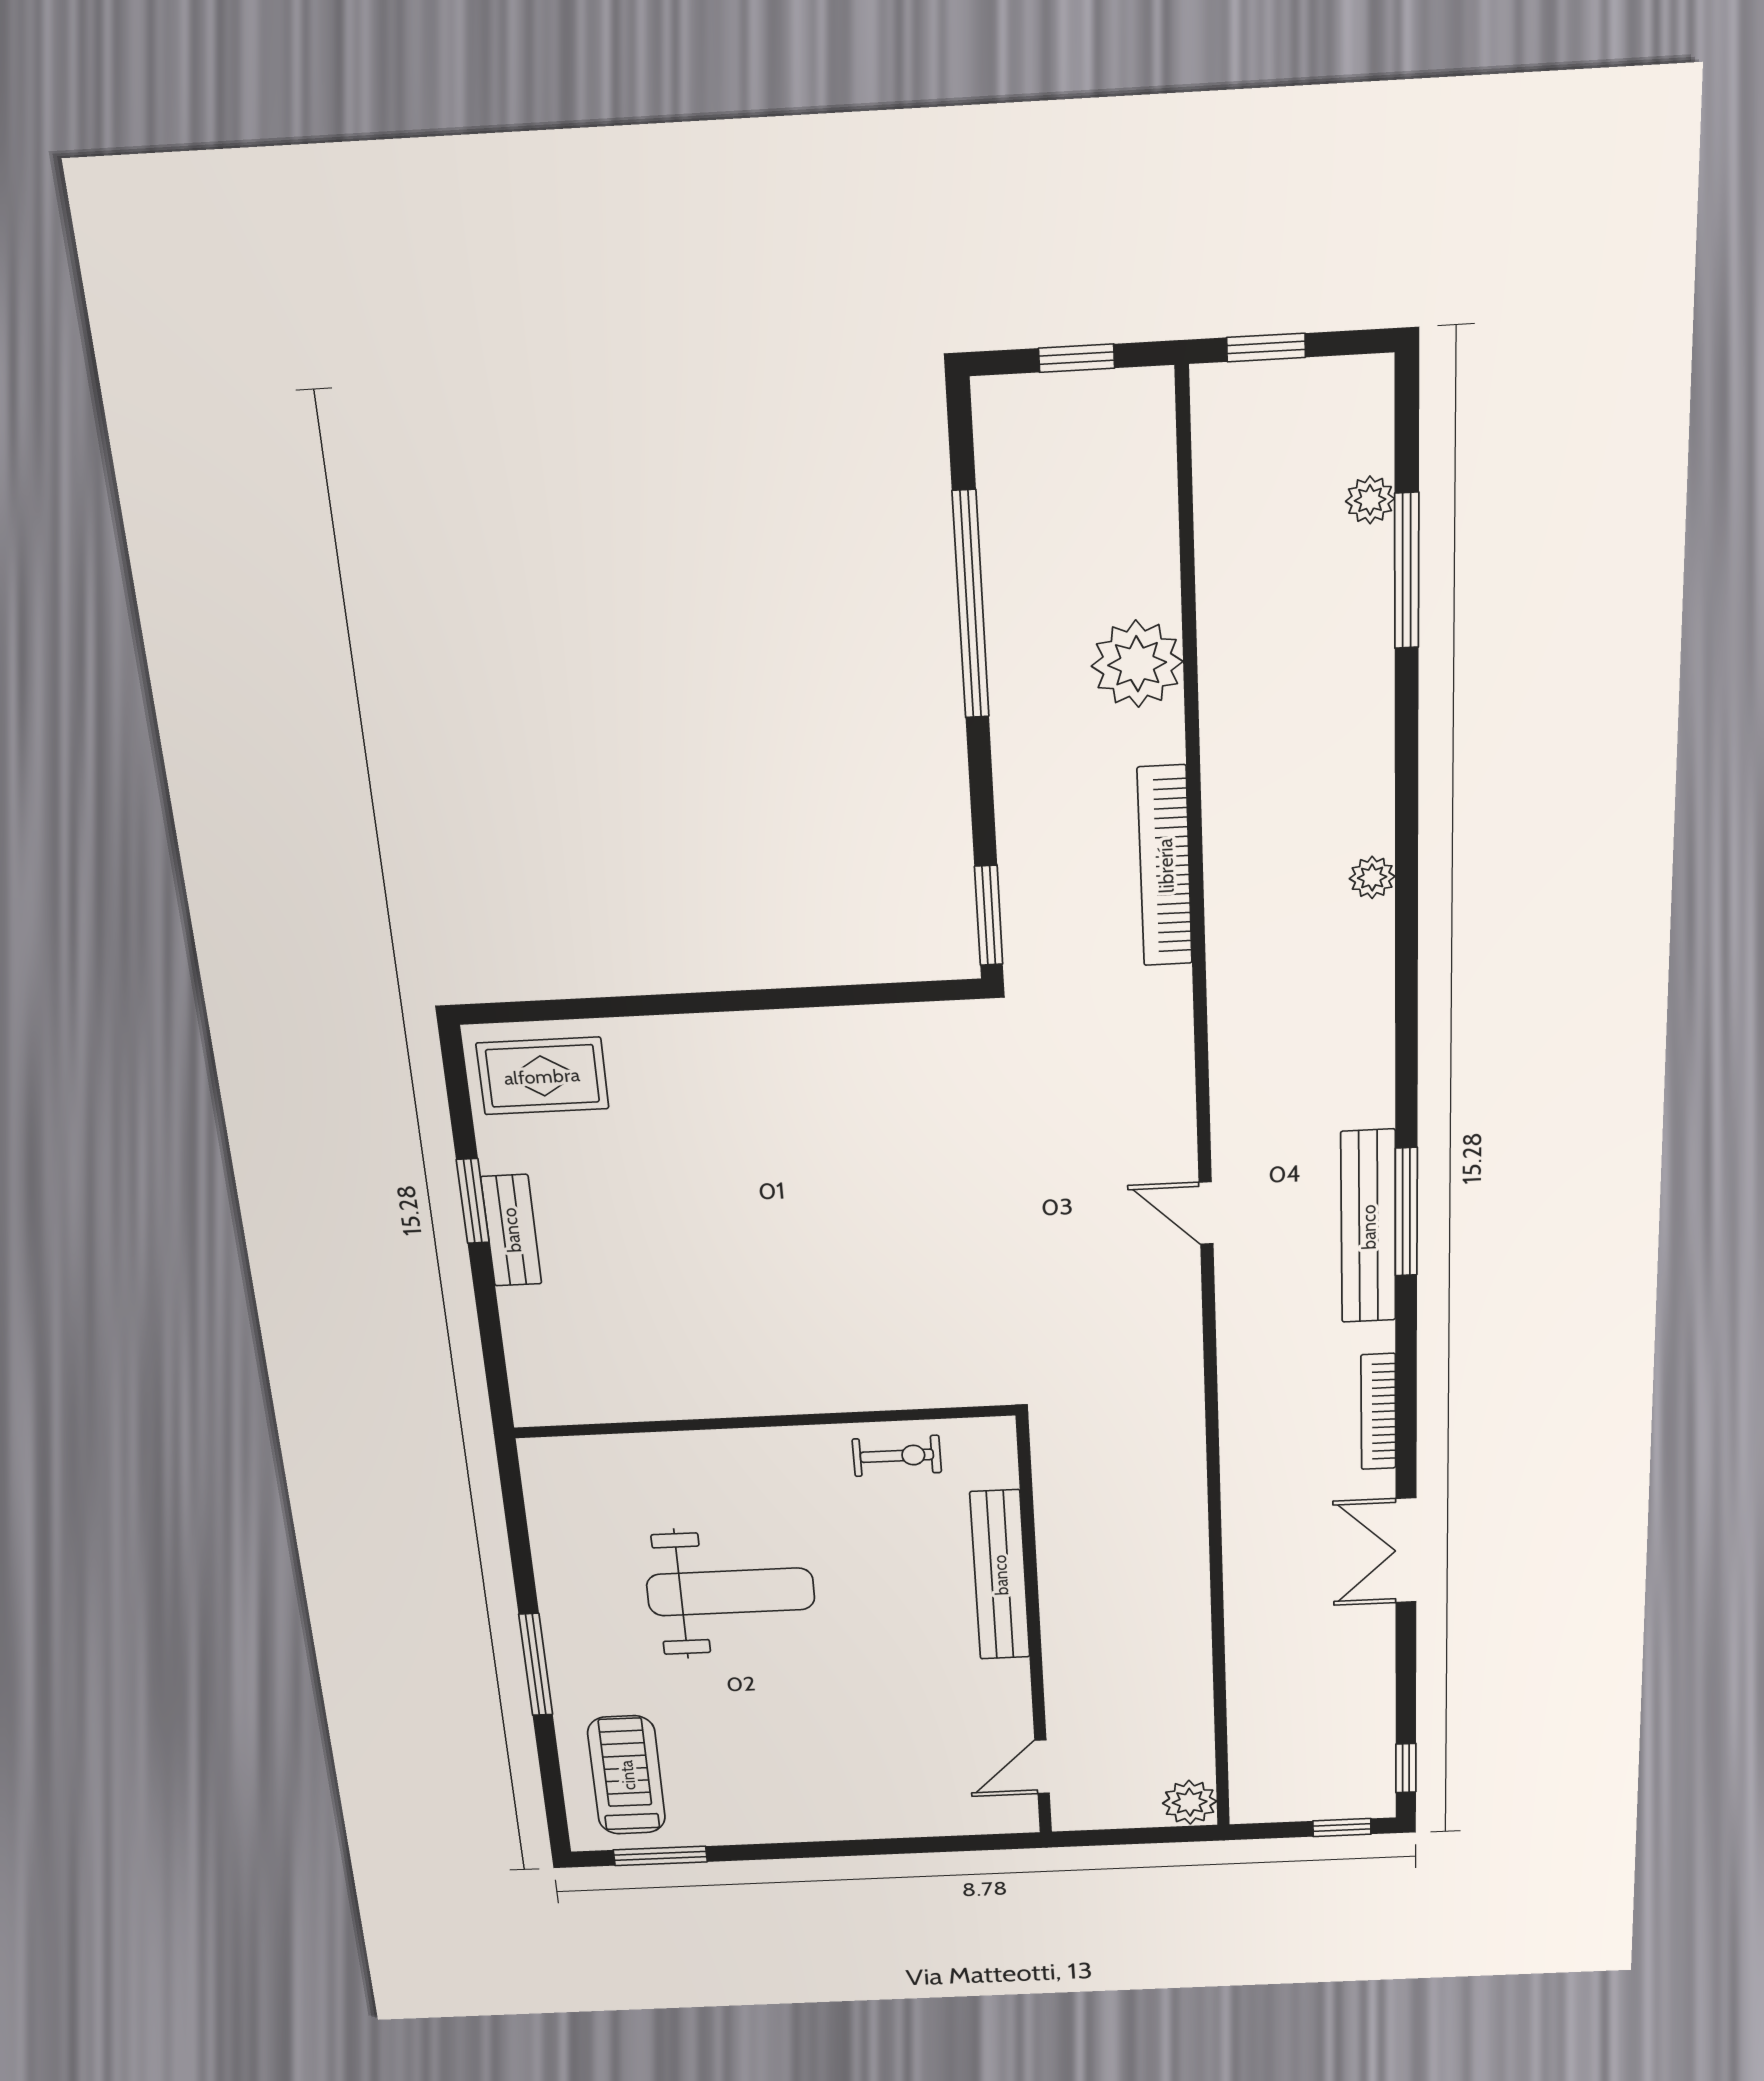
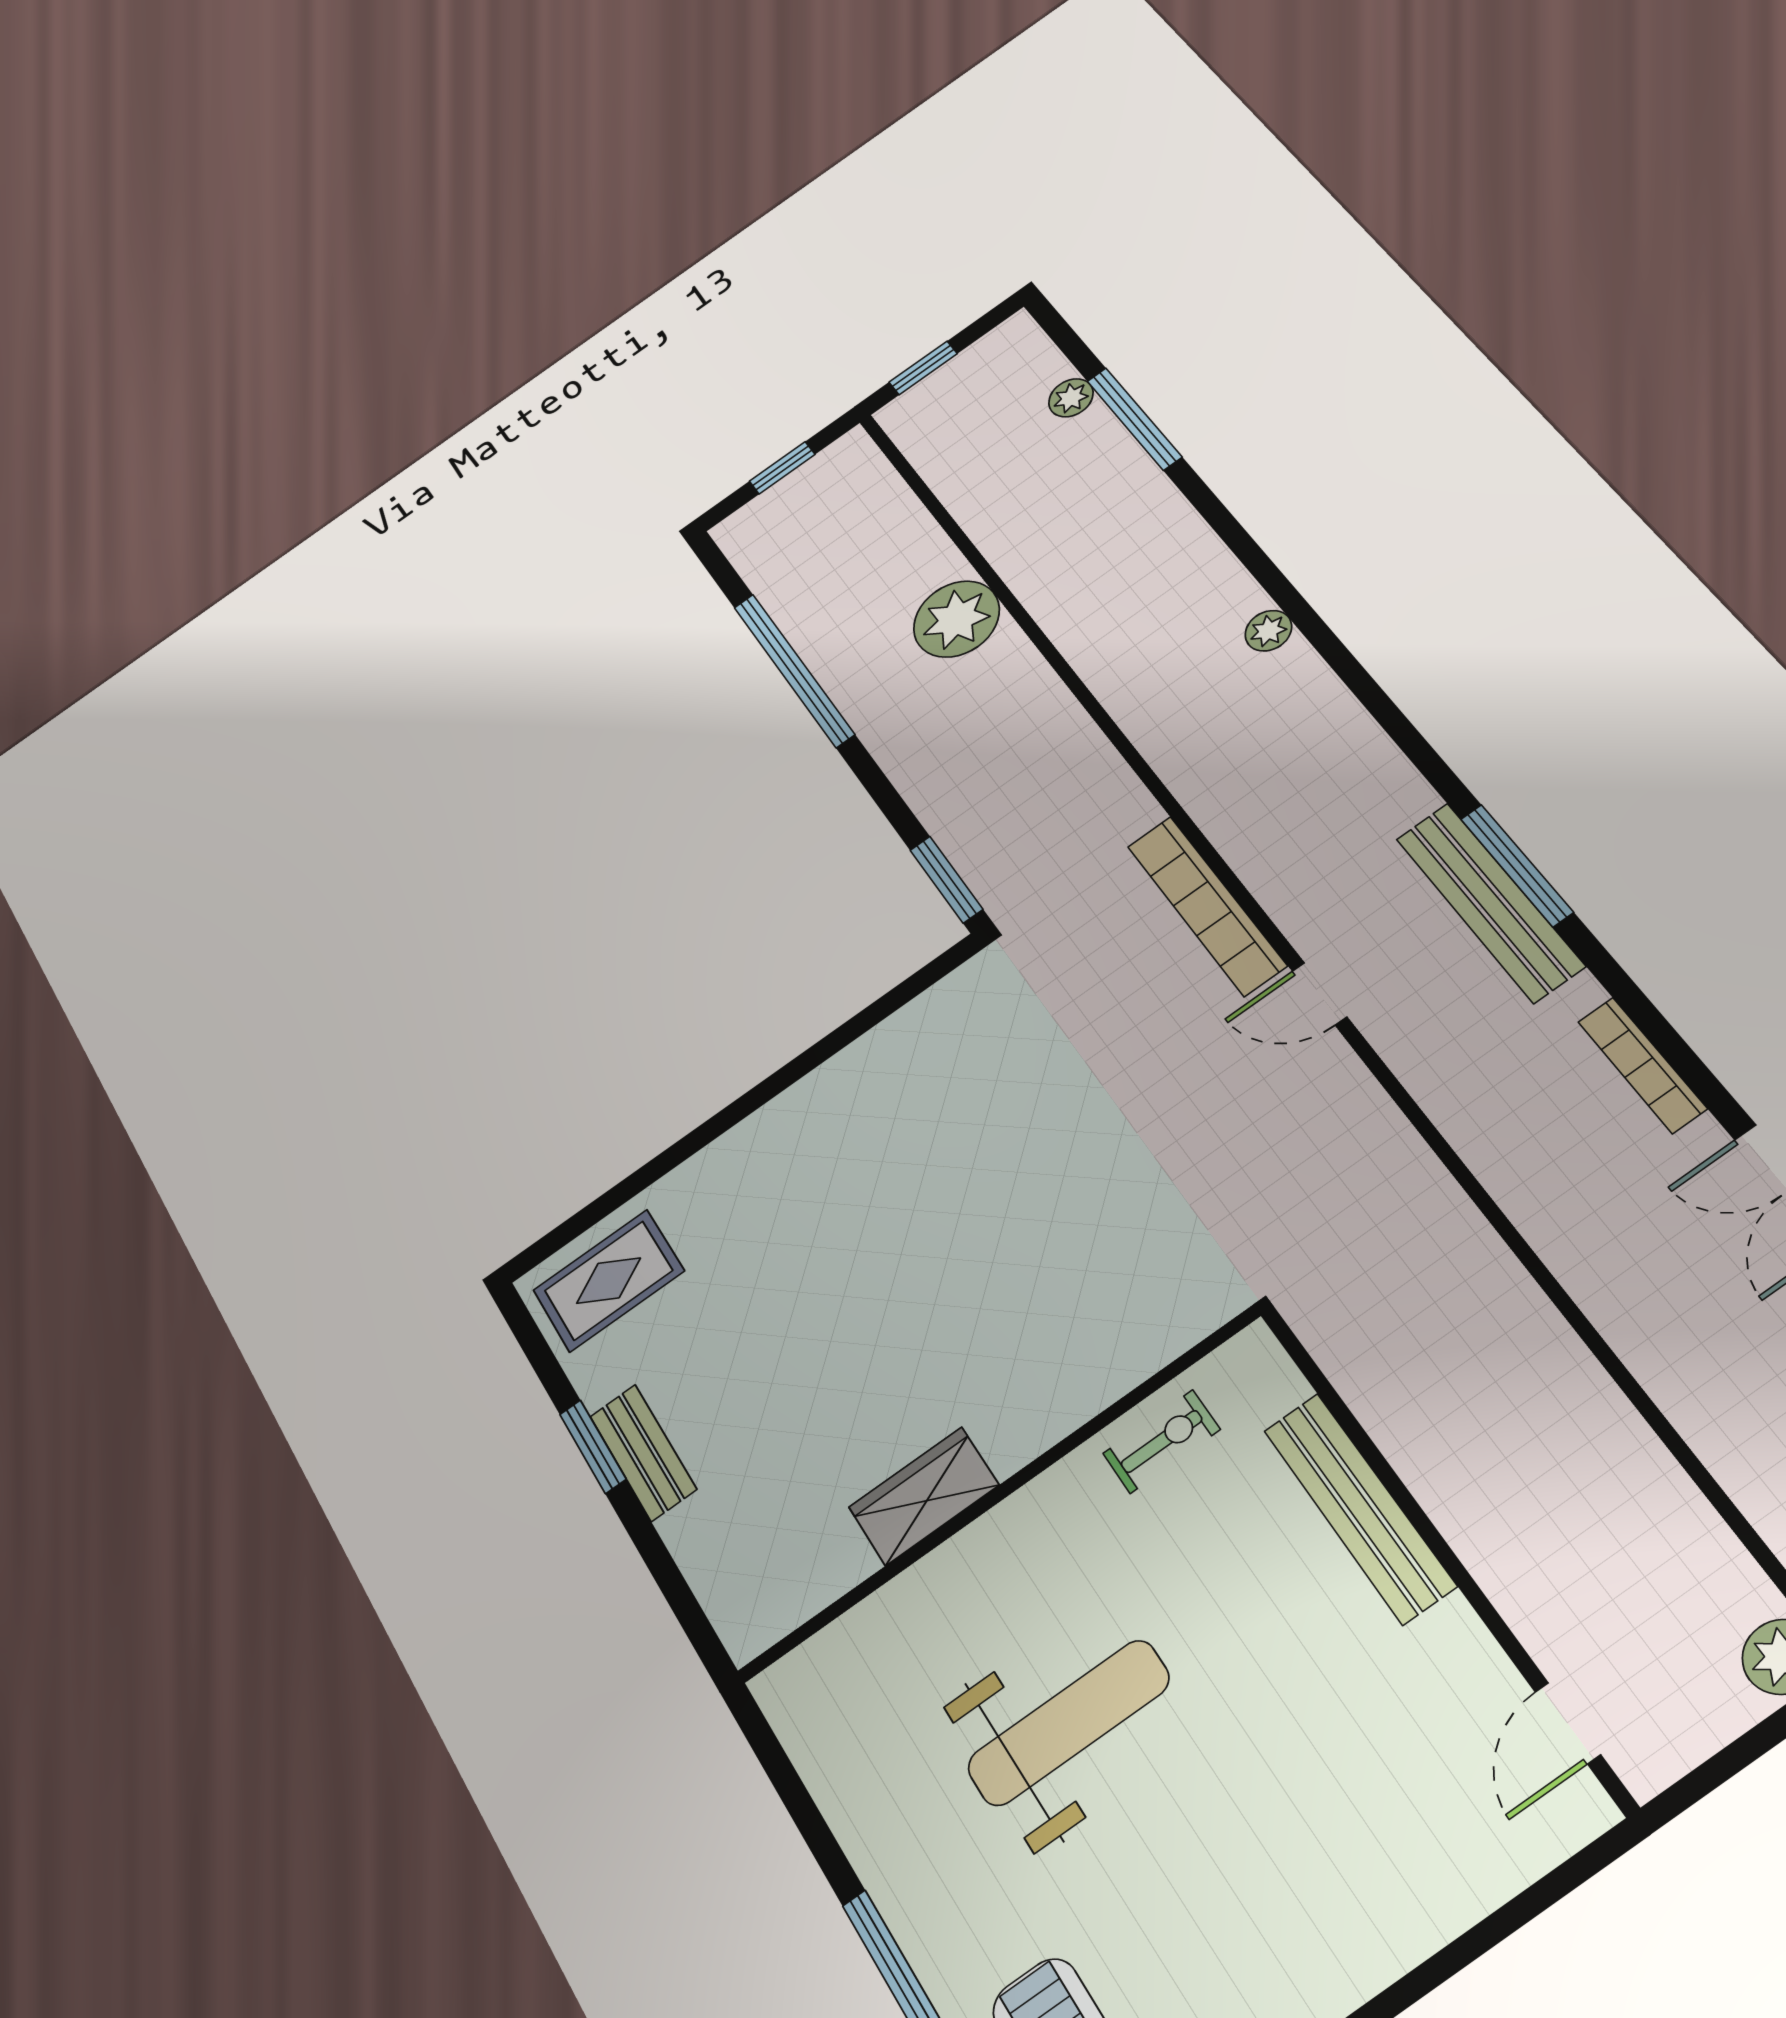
bookcase: (1165, 866) -> (1207, 906), moved
wardrobe: (709, 1391) -> (924, 1496), added

